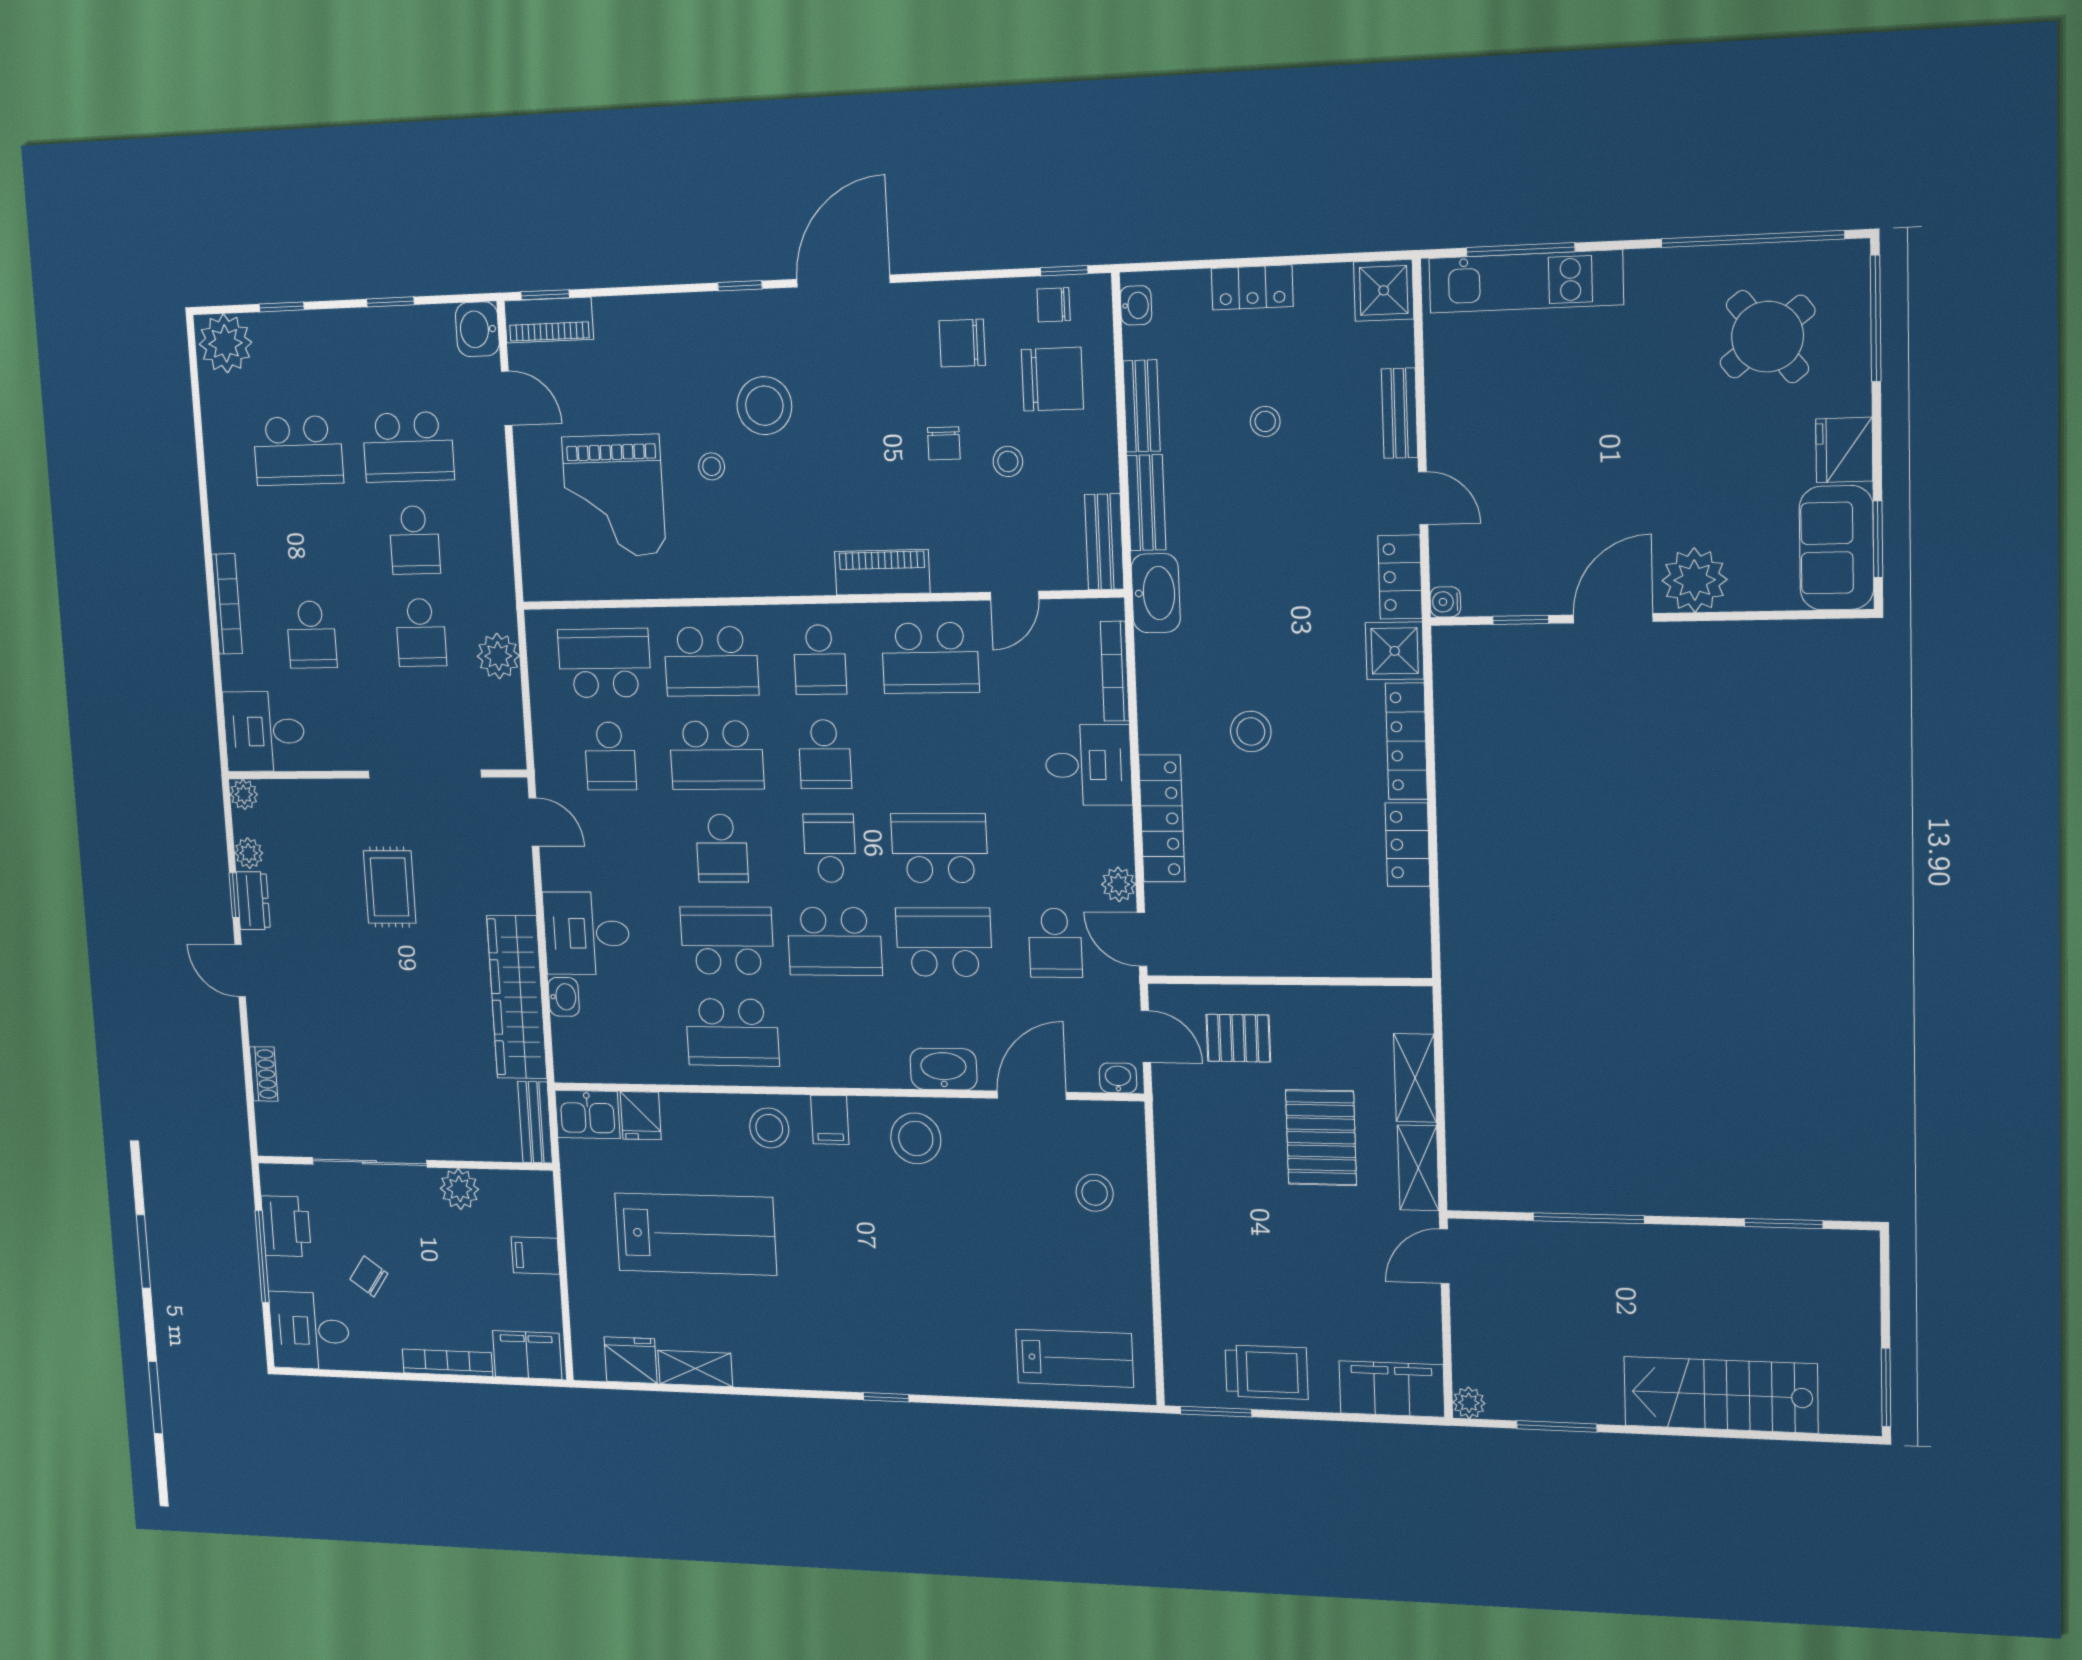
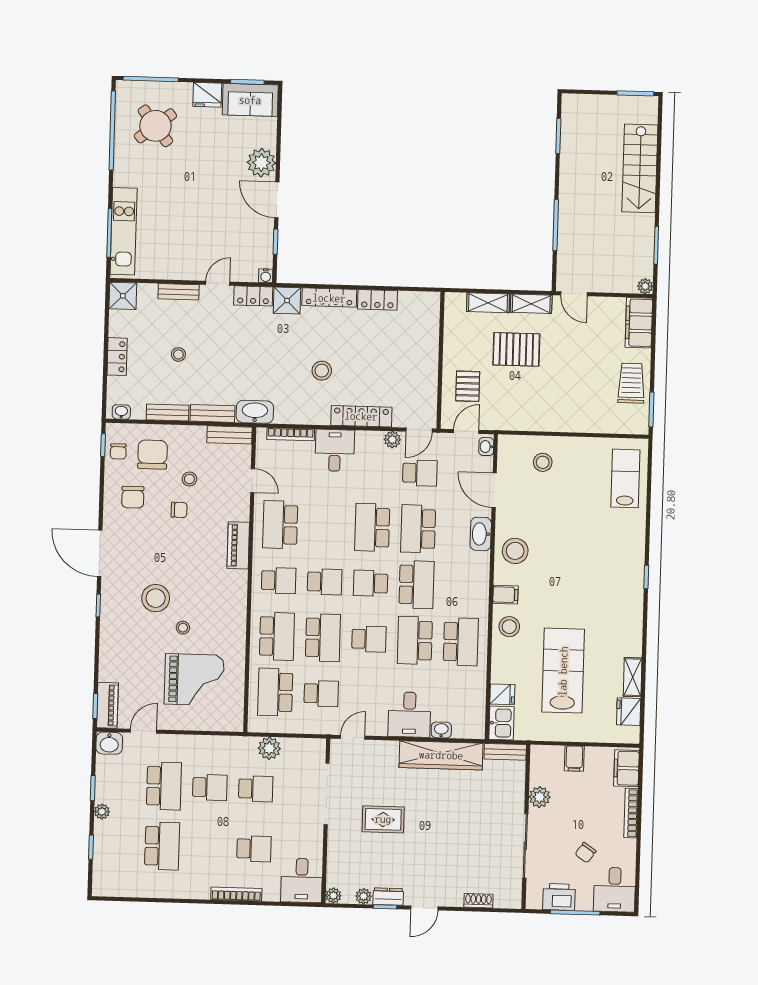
plant: (225, 343) -> (102, 812), moved, width x0.53, depth x0.53
school desk: (930, 658) -> (280, 525), turned 180

